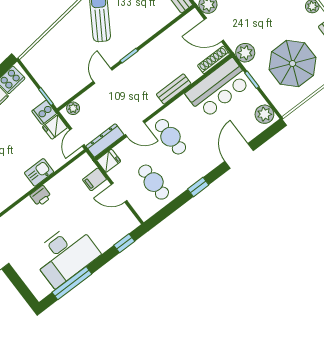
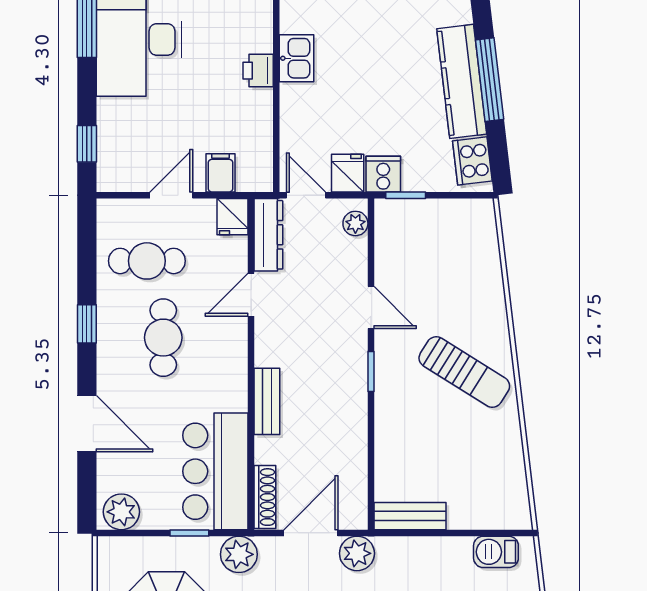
cafe table: (170, 137) -> (163, 338), moved, turned 90
kitchen sink: (39, 172) -> (297, 58), moved

